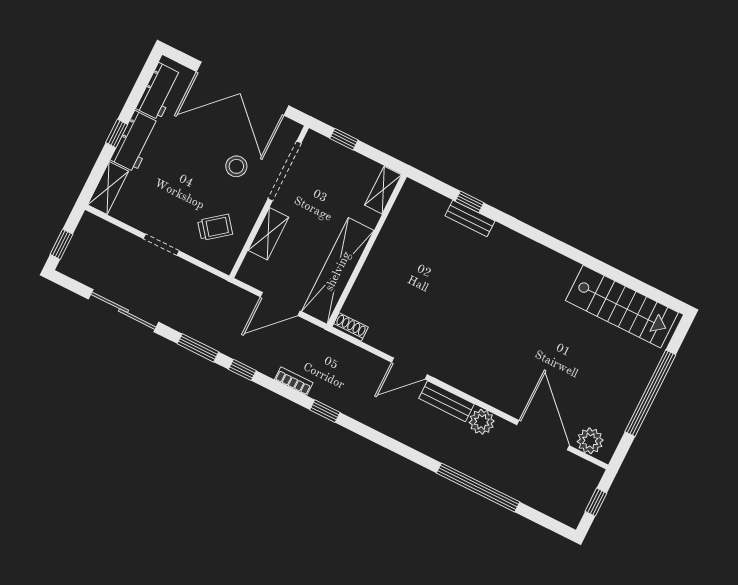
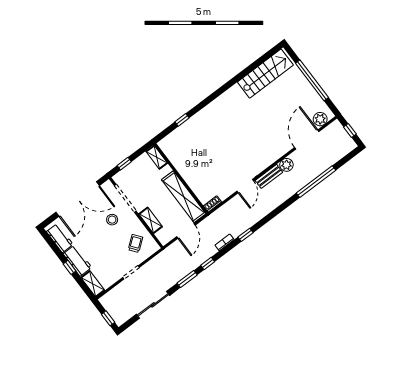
bench: (470, 218) -> (190, 124), removed
door: (543, 435) -> (307, 139), hinge flipped

